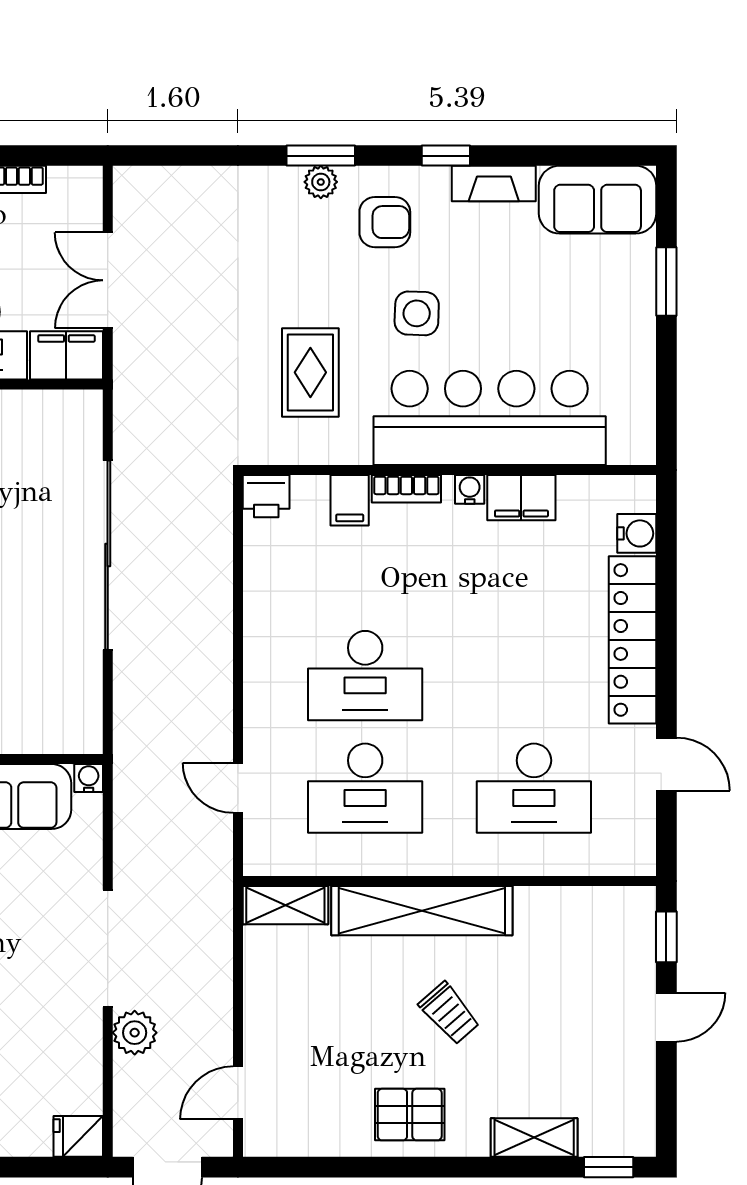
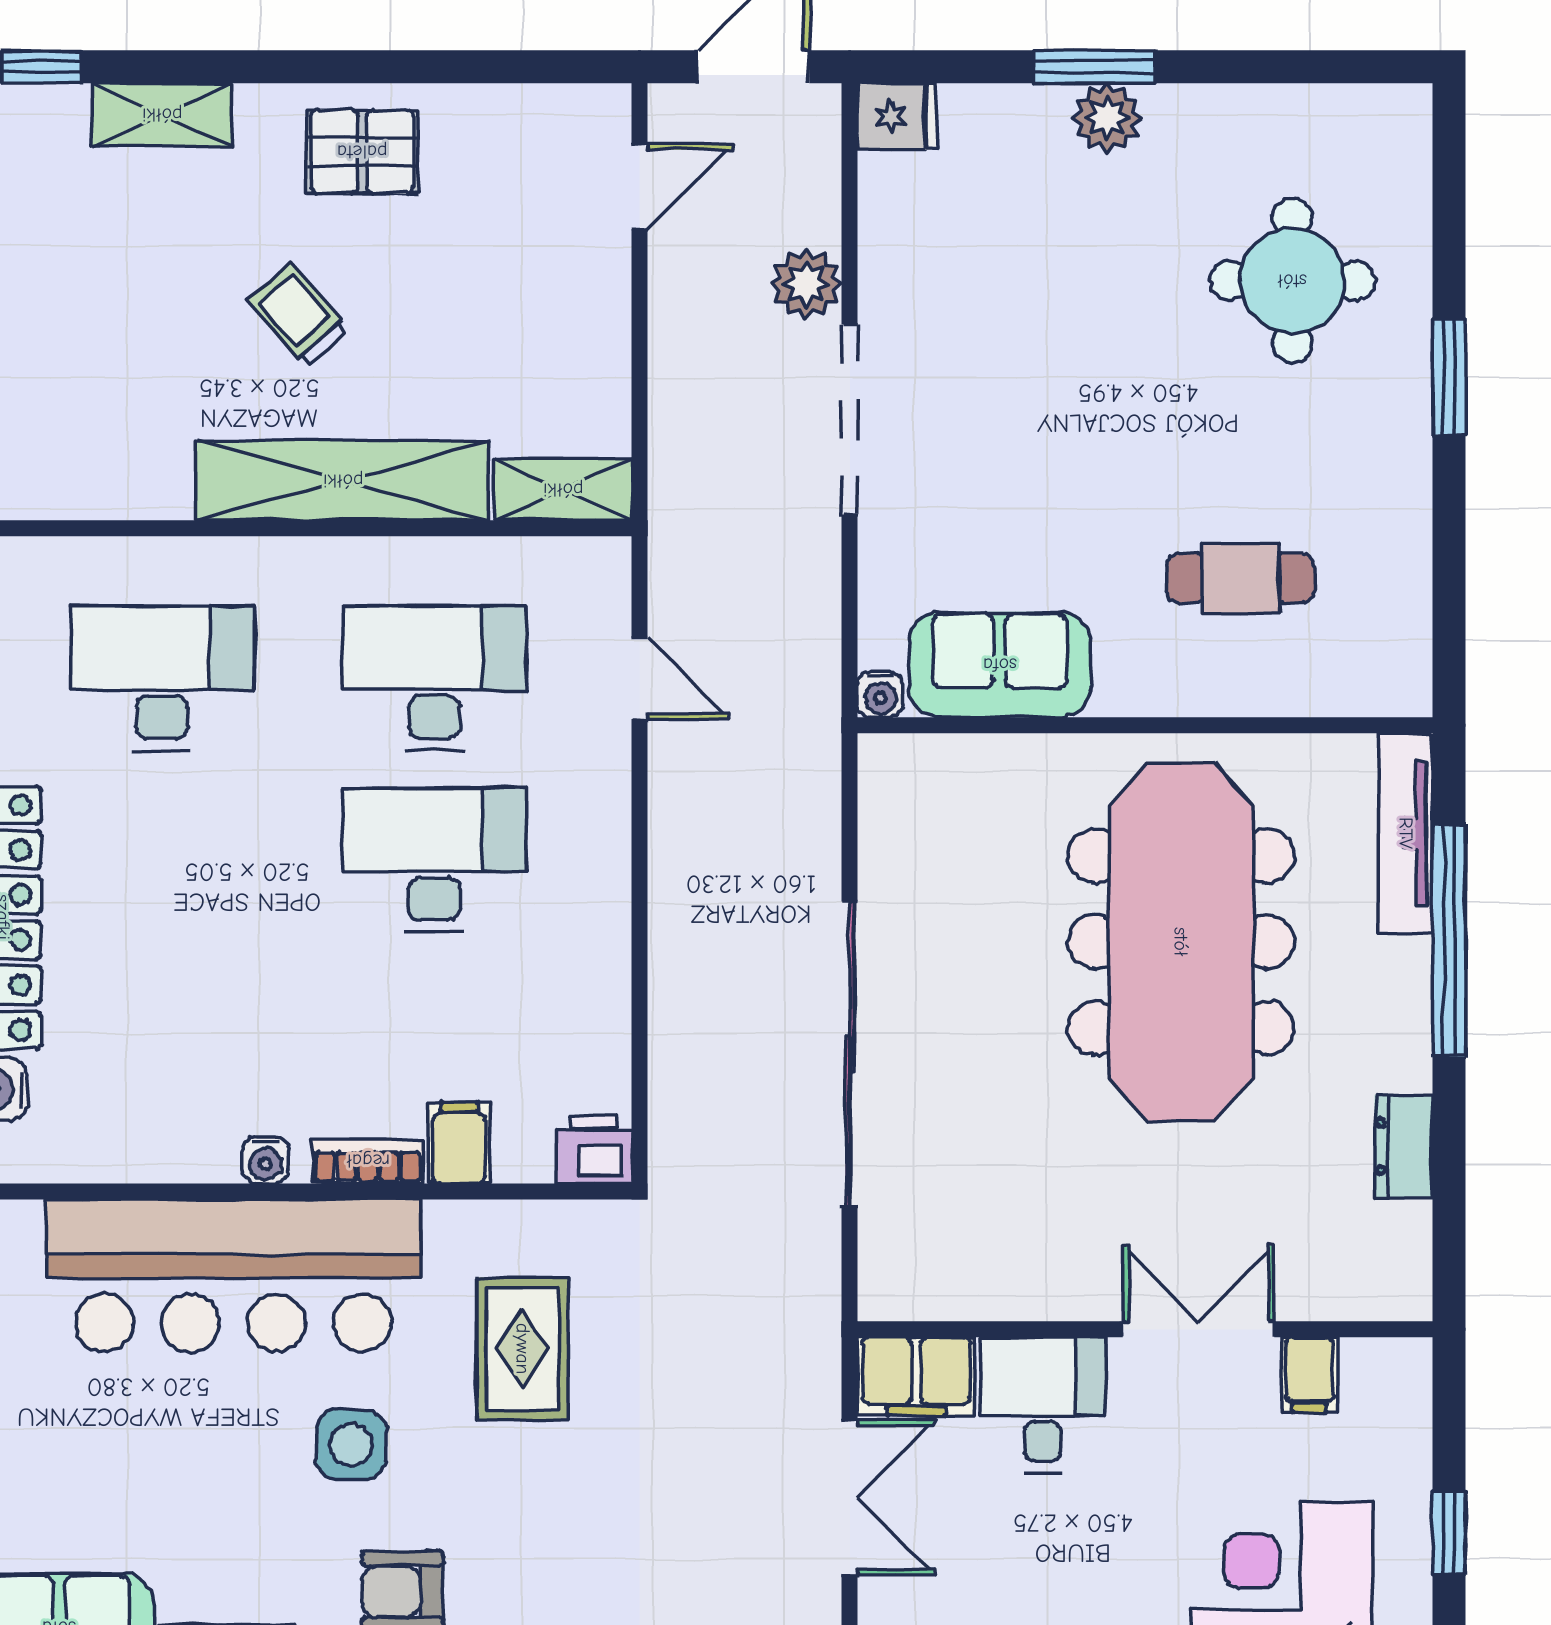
filing cabinet: (521, 498) -> (182, 1147), removed

